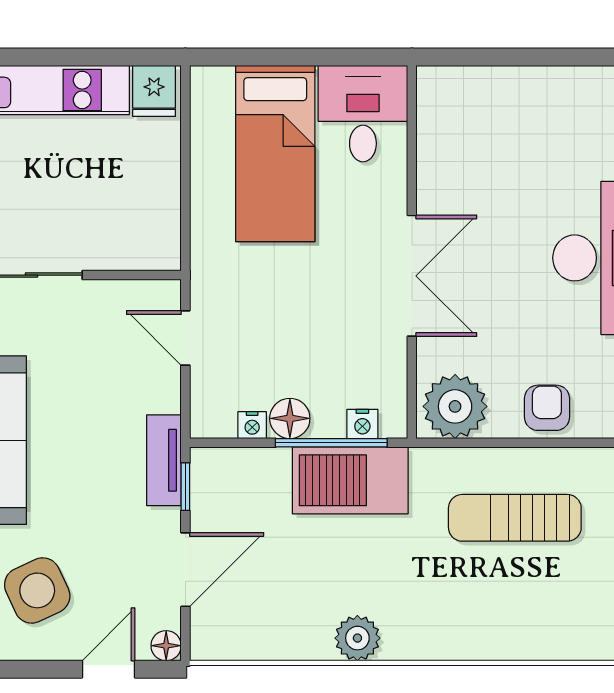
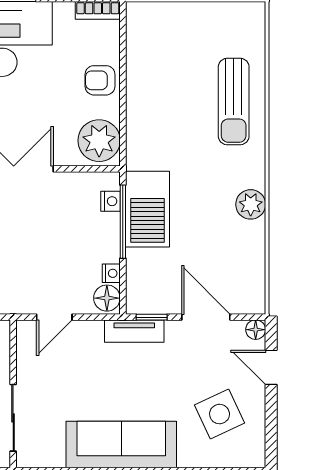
floor lamp: (290, 418) -> (107, 298), moved
sun lounger: (515, 518) -> (234, 101), moved

